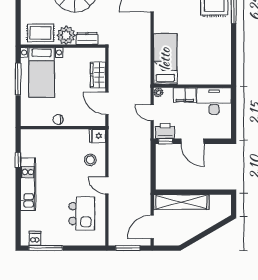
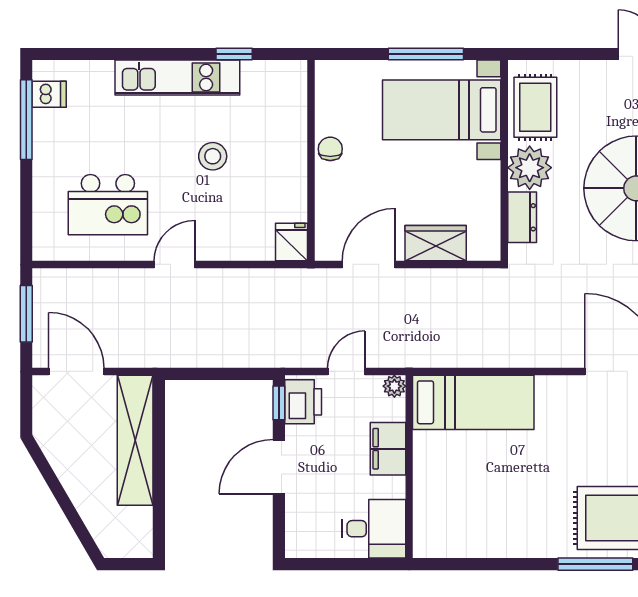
desk: (214, 101) -> (374, 529), width x0.73
stool: (90, 160) -> (213, 156), moved

